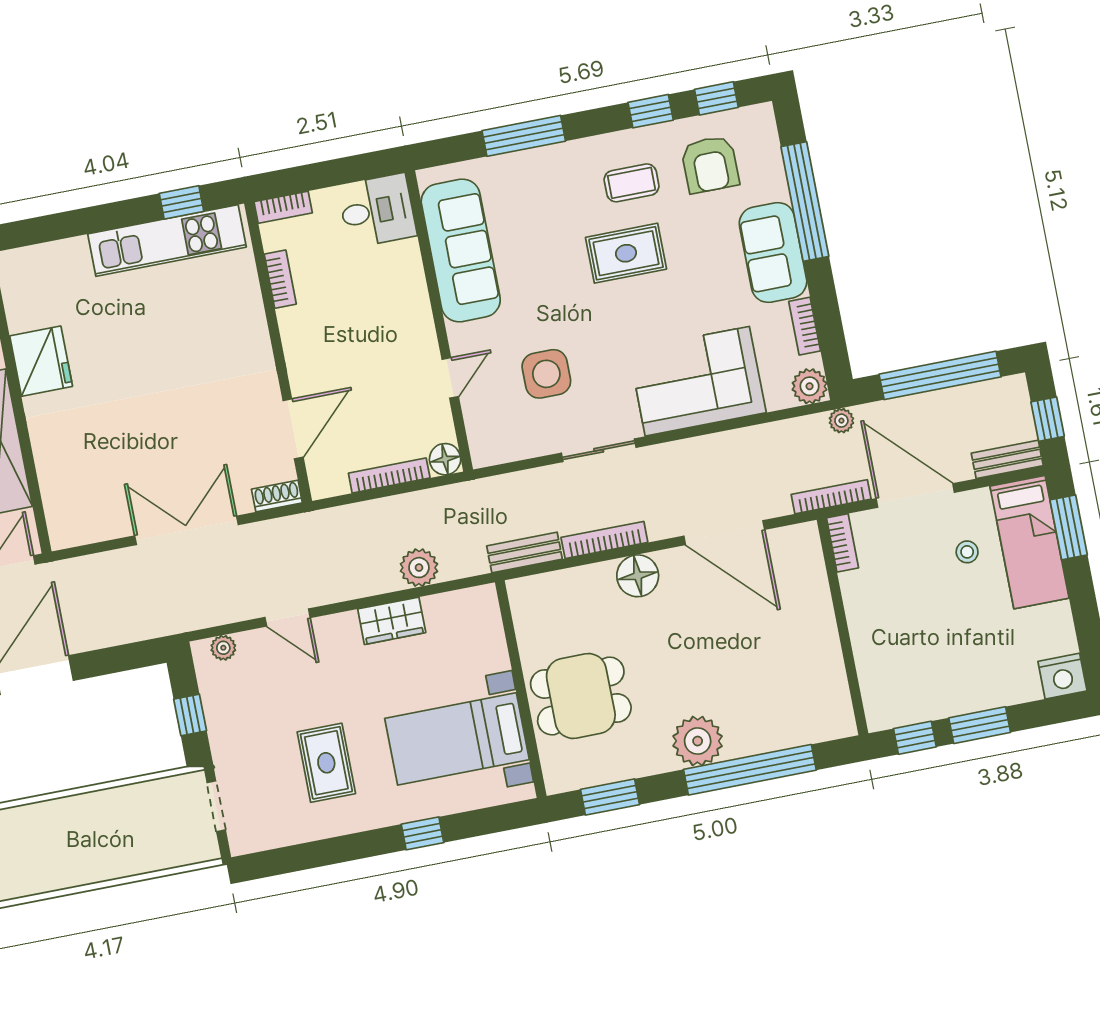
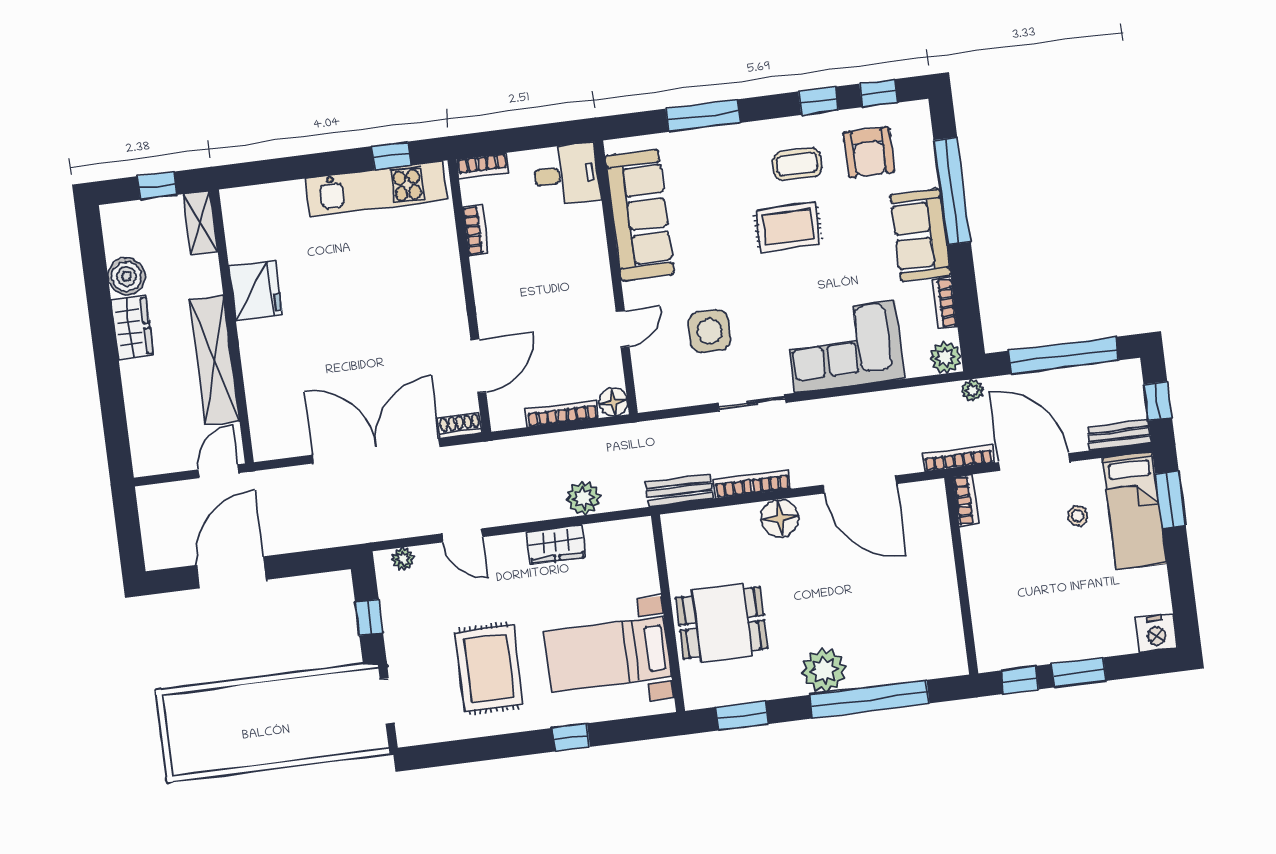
double door: (186, 530) -> (377, 451), width x1.36
rug: (326, 763) -> (489, 668), width x1.36, depth x1.43

